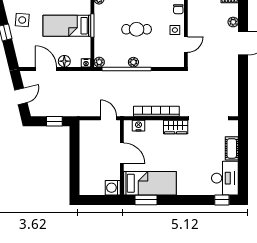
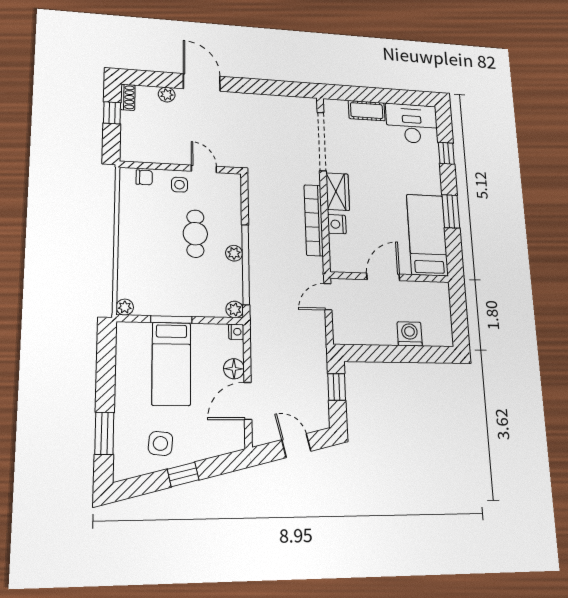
cafe table: (137, 29) -> (195, 234), moved
nightstand: (138, 126) -> (337, 224), moved
washing machine: (113, 188) -> (410, 334), moved, turned 180
window: (146, 200) -> (451, 211), moved
window: (222, 200) -> (446, 153), moved

